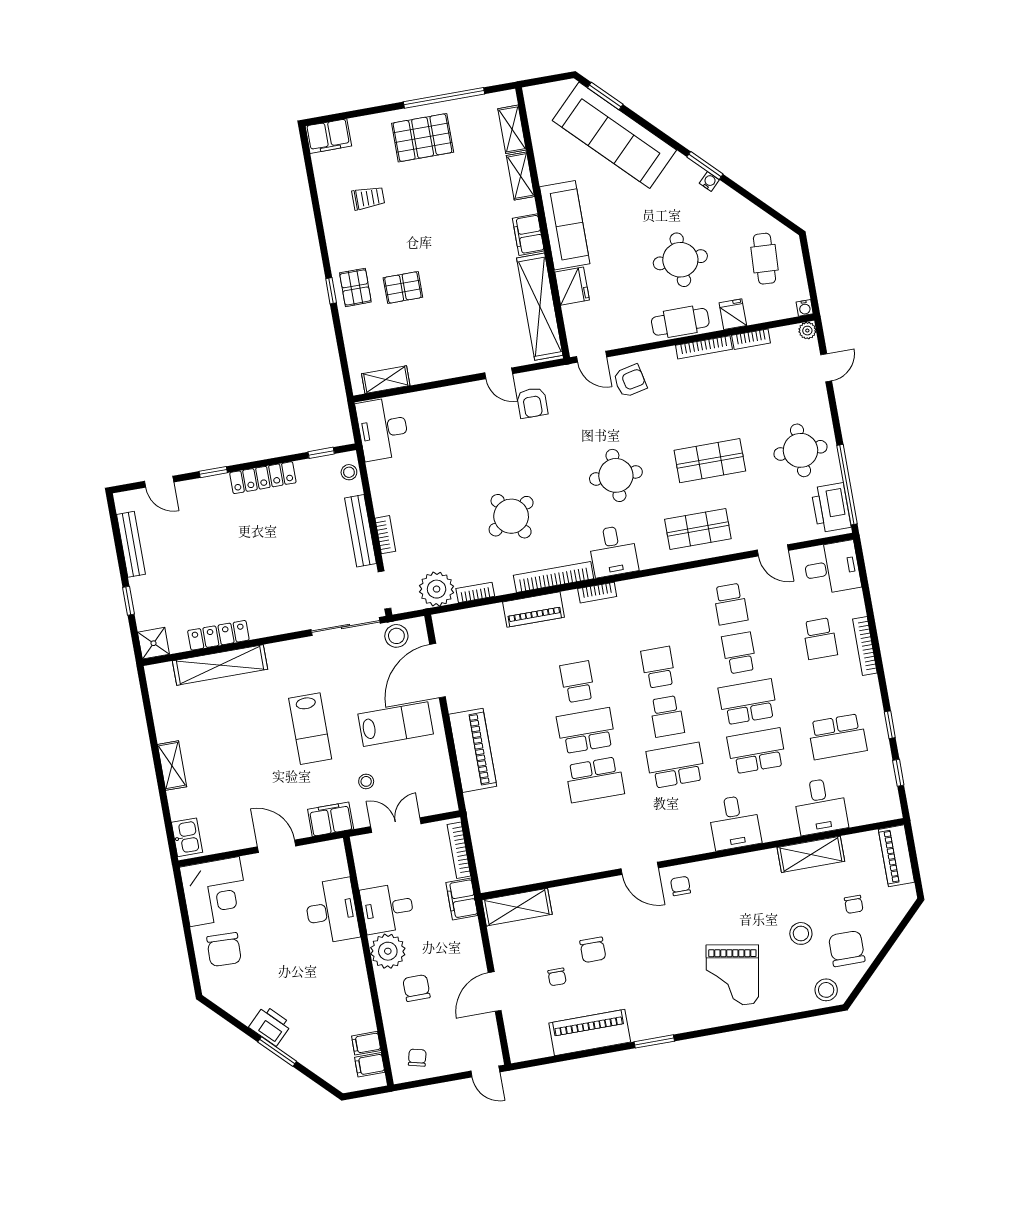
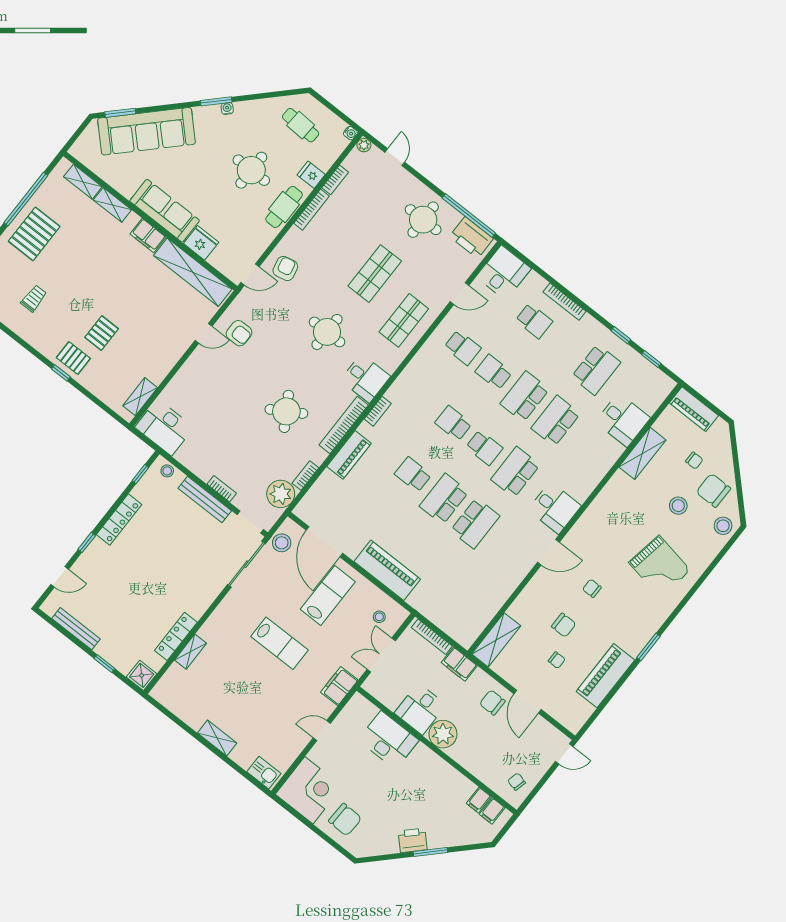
shelving: (220, 665) -> (191, 652), width x0.45, depth x0.75
stool: (366, 781) -> (379, 617), moved
desk: (735, 822) -> (554, 508), moved
door: (277, 846) -> (322, 731), width x0.73
chair: (681, 886) -> (592, 588), moved
chair: (417, 988) -> (492, 703), moved

